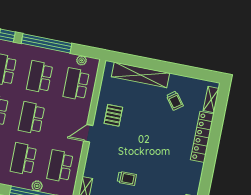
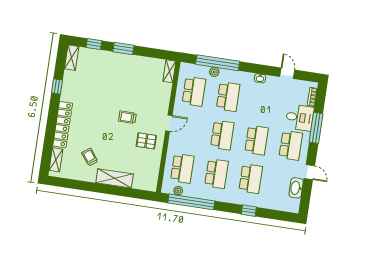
window: (47, 43) -> (191, 202), moved
shelving: (140, 75) -> (115, 178), width x0.68
pallet: (113, 115) -> (146, 141), turned 90
trolley: (127, 178) -> (127, 117), moved
window: (206, 178) -> (57, 86), added

